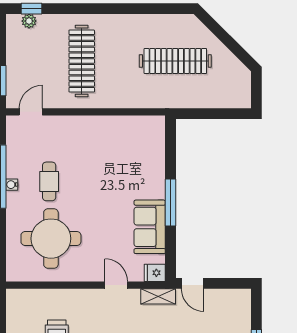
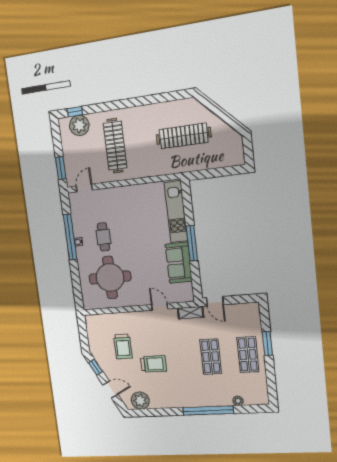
plant: (29, 21) -> (79, 125), width x1.88, depth x1.88
kitchen unit: (154, 158) -> (176, 212), added
fridge: (155, 273) -> (186, 296), removed

